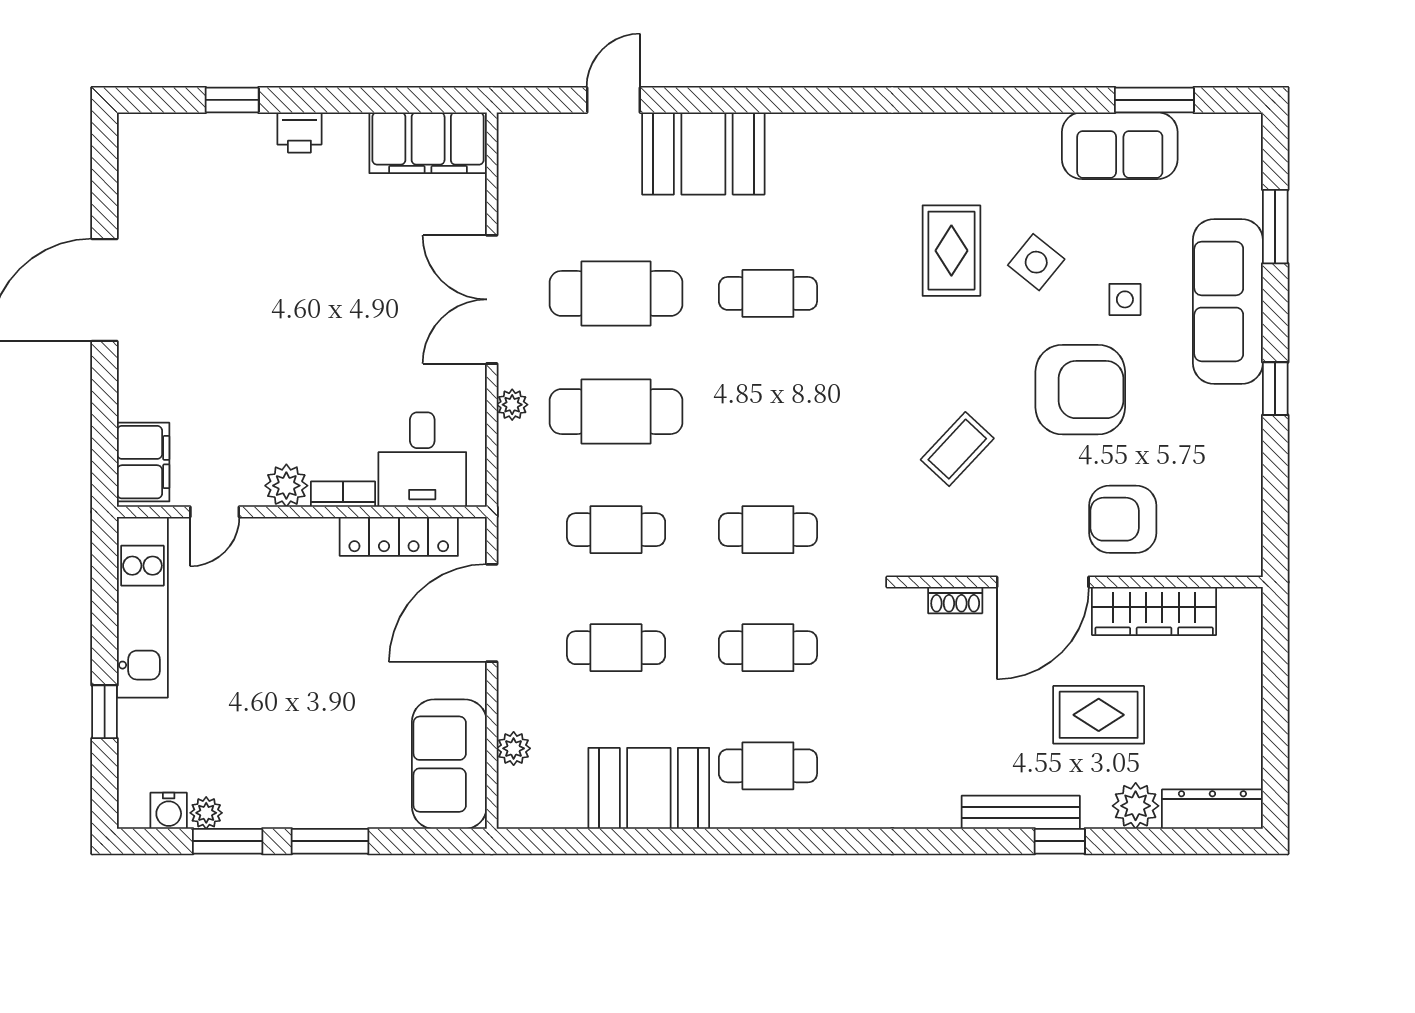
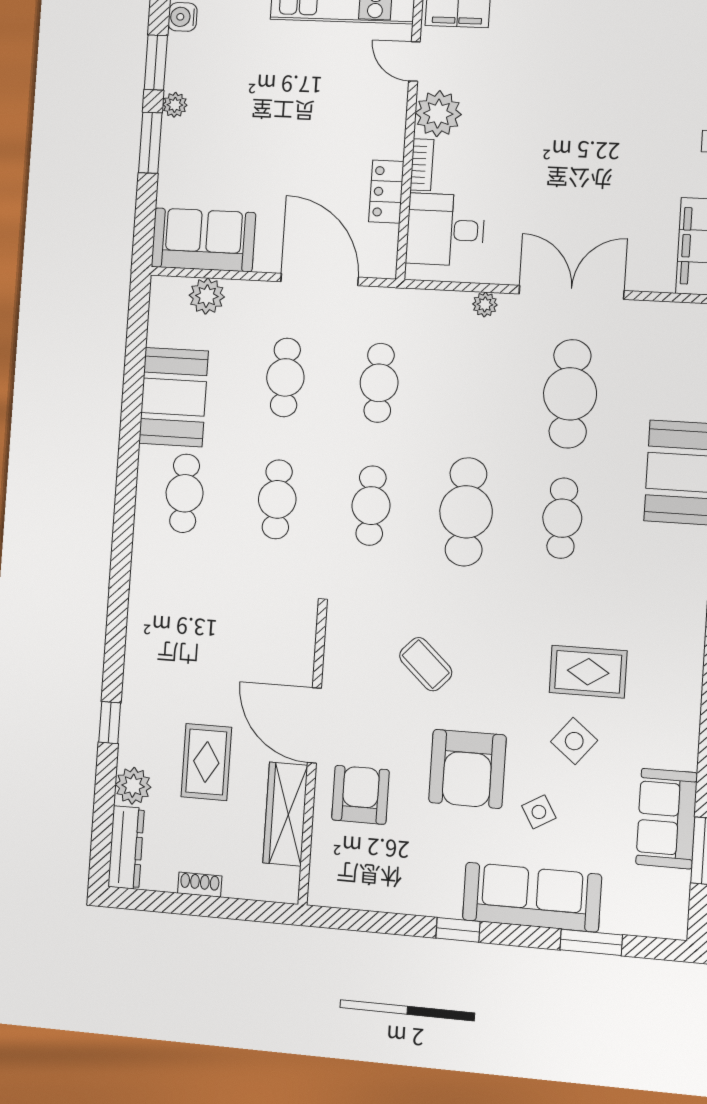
side table: (1125, 299) -> (539, 812), turned -30
cafe table: (616, 412) -> (466, 512), moved
plant: (286, 486) -> (438, 114), width x1.36, depth x1.36
locker: (399, 536) -> (386, 192), width x0.66
shoe rack: (955, 600) -> (200, 885), moved, turned 90
plant: (514, 748) -> (207, 296), width x1.38, depth x1.38
bench: (1021, 812) -> (134, 693), removed
plant: (206, 813) -> (175, 105), moved

